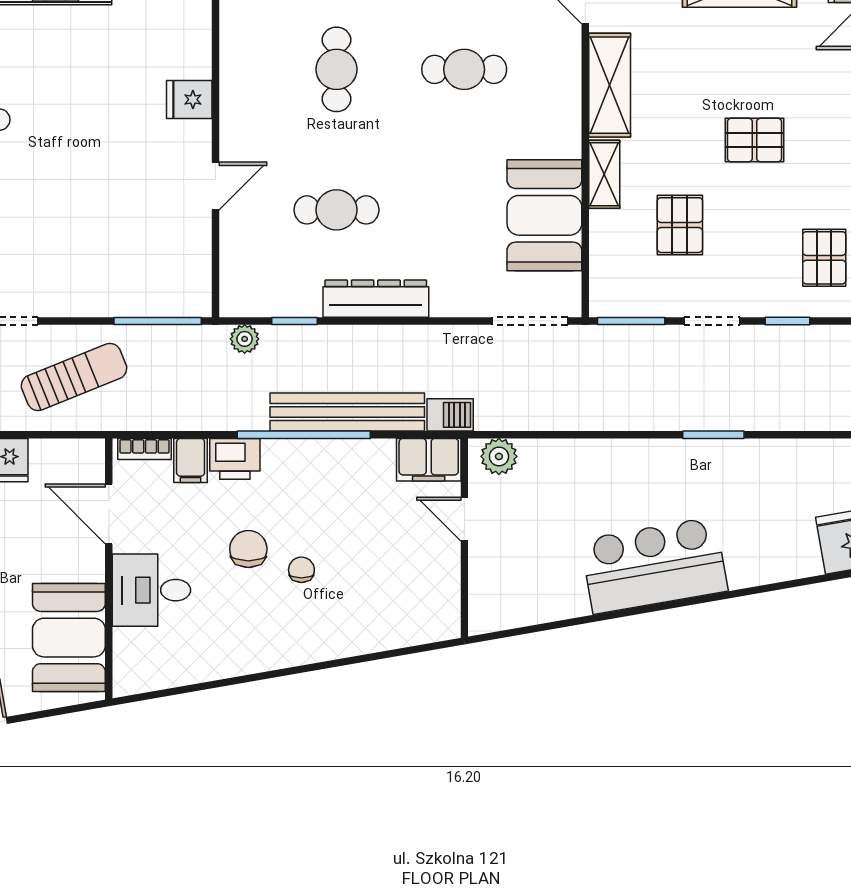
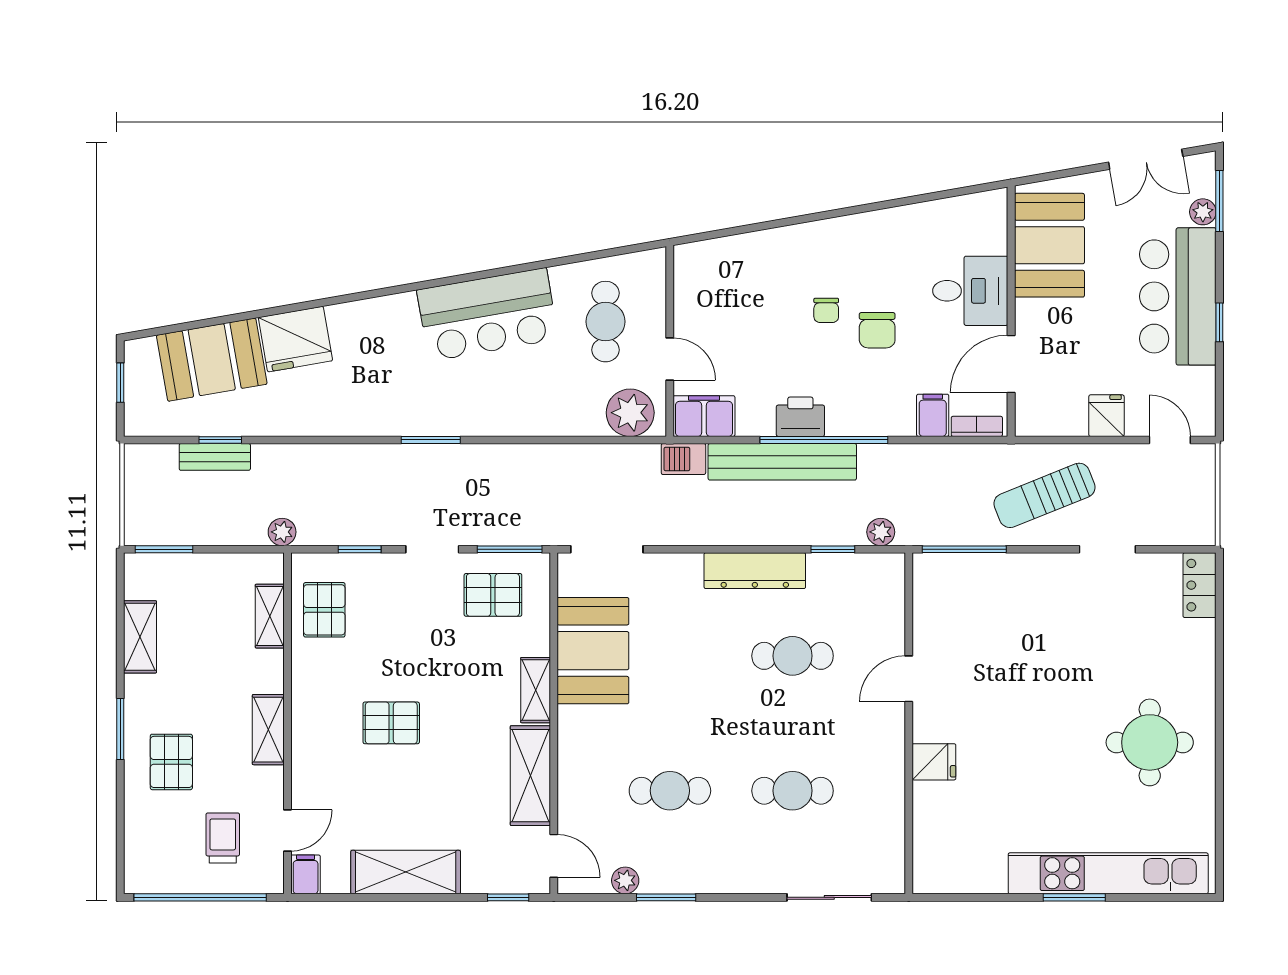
cafe table: (337, 69) -> (793, 791), turned 90
pallet: (680, 225) -> (493, 595), moved, turned 90
plant: (499, 456) -> (630, 413), width x1.36, depth x1.36
printer: (235, 459) -> (800, 417), moved
door: (109, 514) -> (1011, 364), swing flipped
cafe table: (531, 558) -> (606, 322), added

